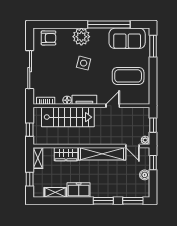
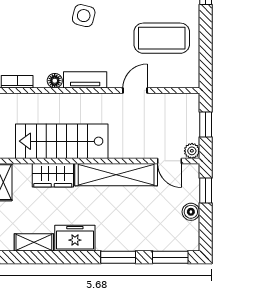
stairs: (68, 117) -> (62, 141), moved, turned 180

